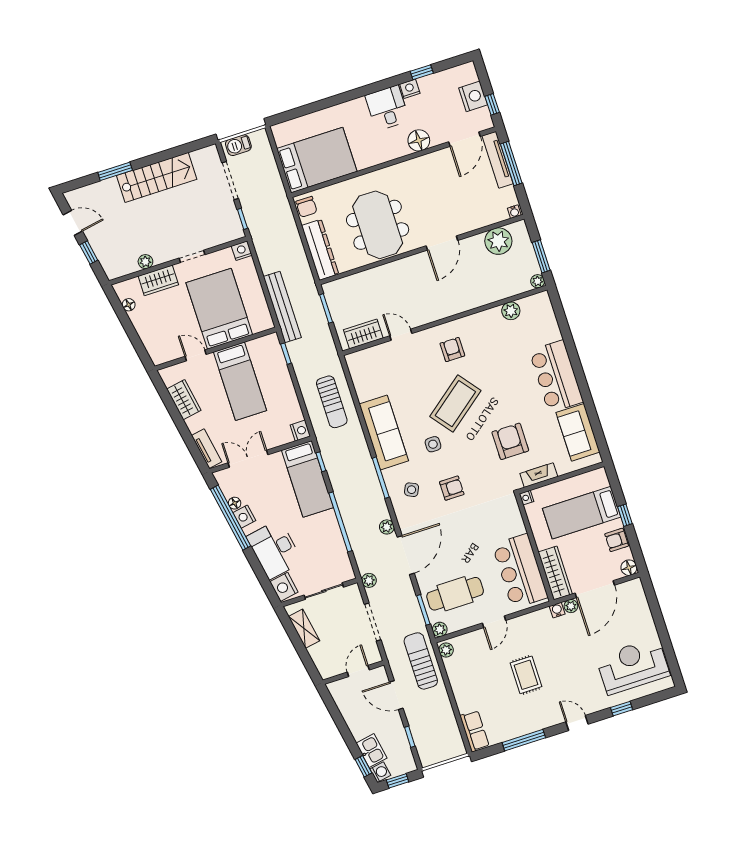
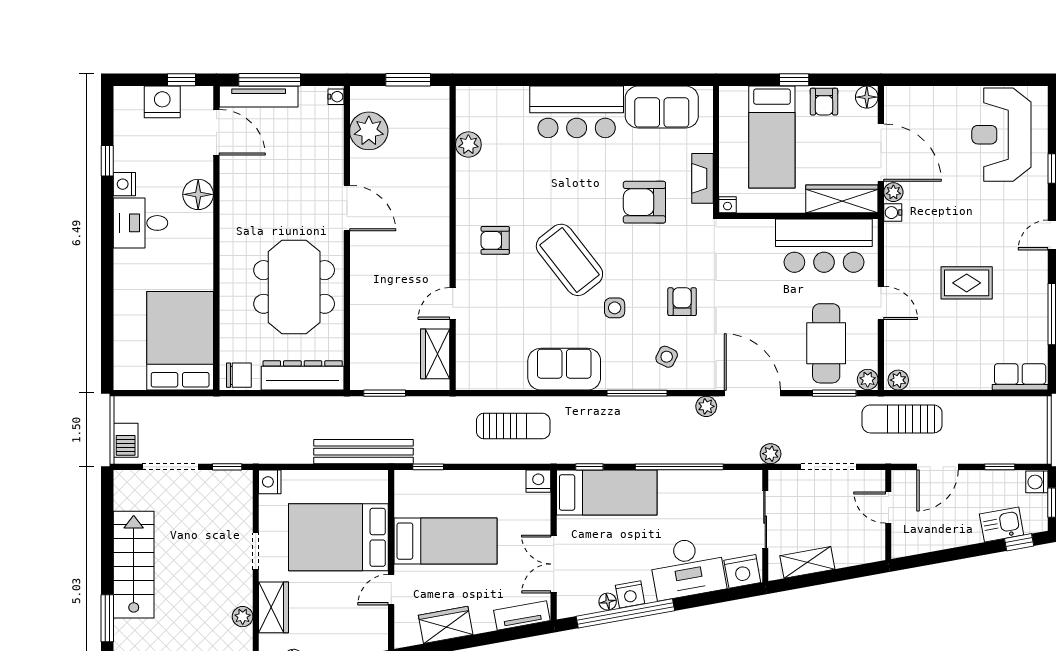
meeting table: (378, 225) -> (294, 287), turned 90
plant: (538, 281) -> (440, 95), removed
sofa: (384, 432) -> (564, 369), width x0.73
washing machine: (380, 772) -> (1037, 482), moved, turned -80

